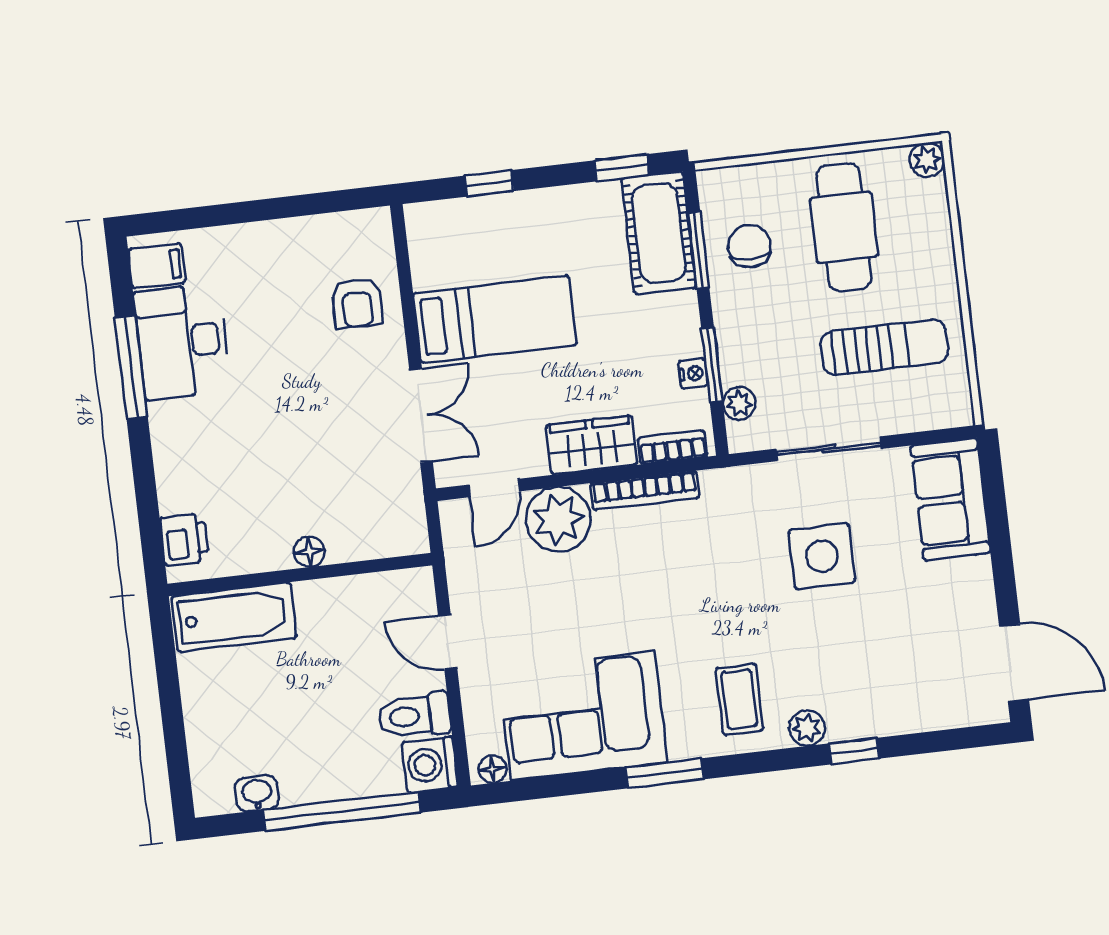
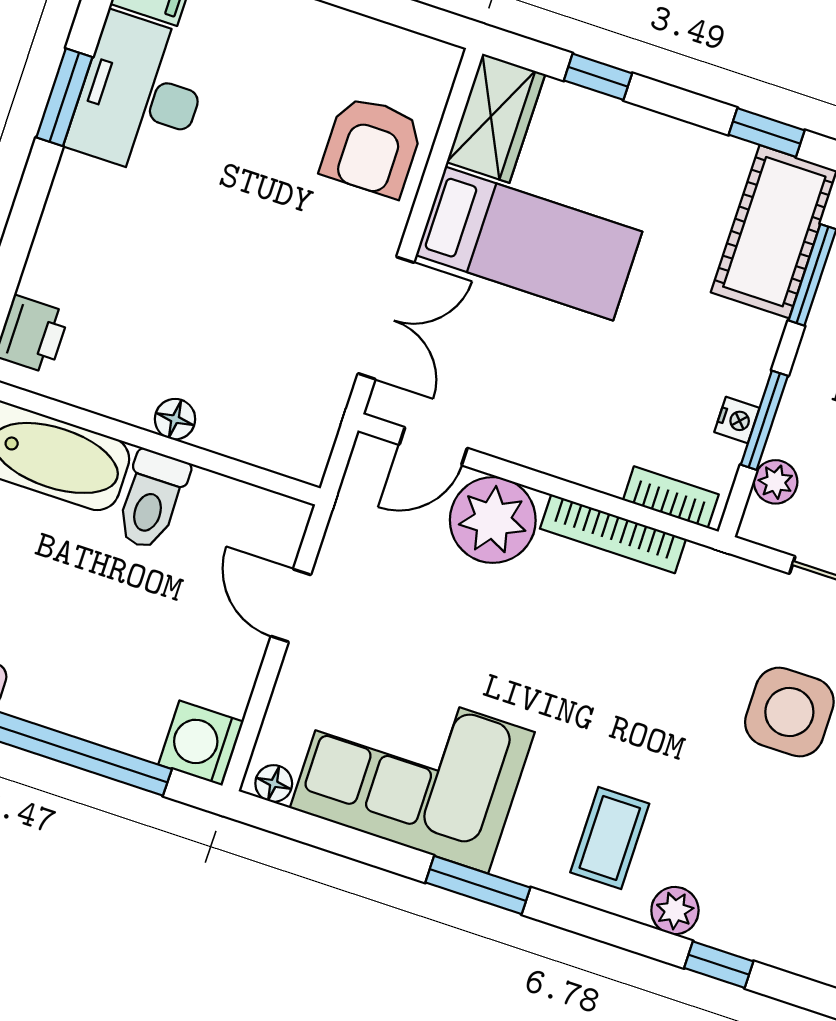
armchair: (357, 303) -> (372, 147), width x1.38, depth x1.38
window: (131, 367) -> (64, 97), width x0.69
wardrobe: (592, 445) -> (496, 118), moved, turned 90
toilet: (414, 716) -> (152, 500), moved, turned -90

